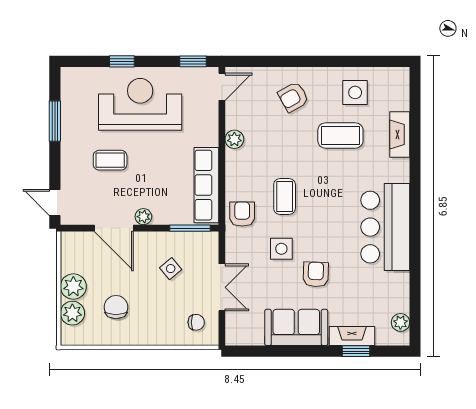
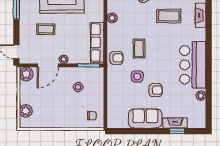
armchair: (242, 214) -> (116, 58), turned 90
door: (114, 228) -> (48, 65), hinge flipped
armchair: (316, 274) -> (156, 90), turned 88
plant: (73, 287) -> (26, 74), moved
double door: (222, 287) -> (105, 97), removed
chair: (116, 307) -> (49, 108), removed
plant: (400, 322) -> (201, 96), moved

